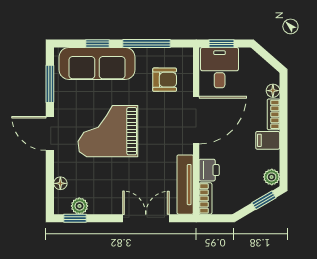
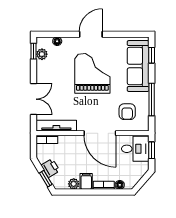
window: (97, 43) -> (152, 55), moved
window: (50, 84) -> (124, 34), removed
printer: (209, 170) -> (50, 168), moved, turned -121
plant: (272, 177) -> (74, 184), moved

